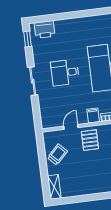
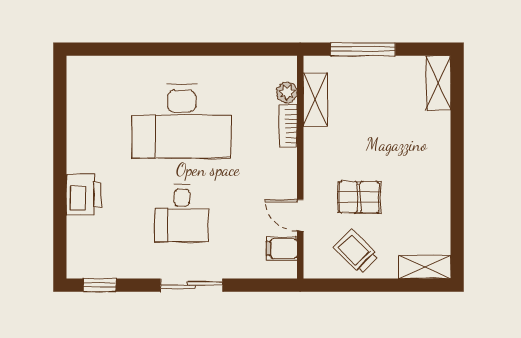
printer: (45, 29) -> (84, 194), moved
filing cabinet: (93, 116) -> (282, 248), moved
pallet: (90, 140) -> (359, 197), moved

